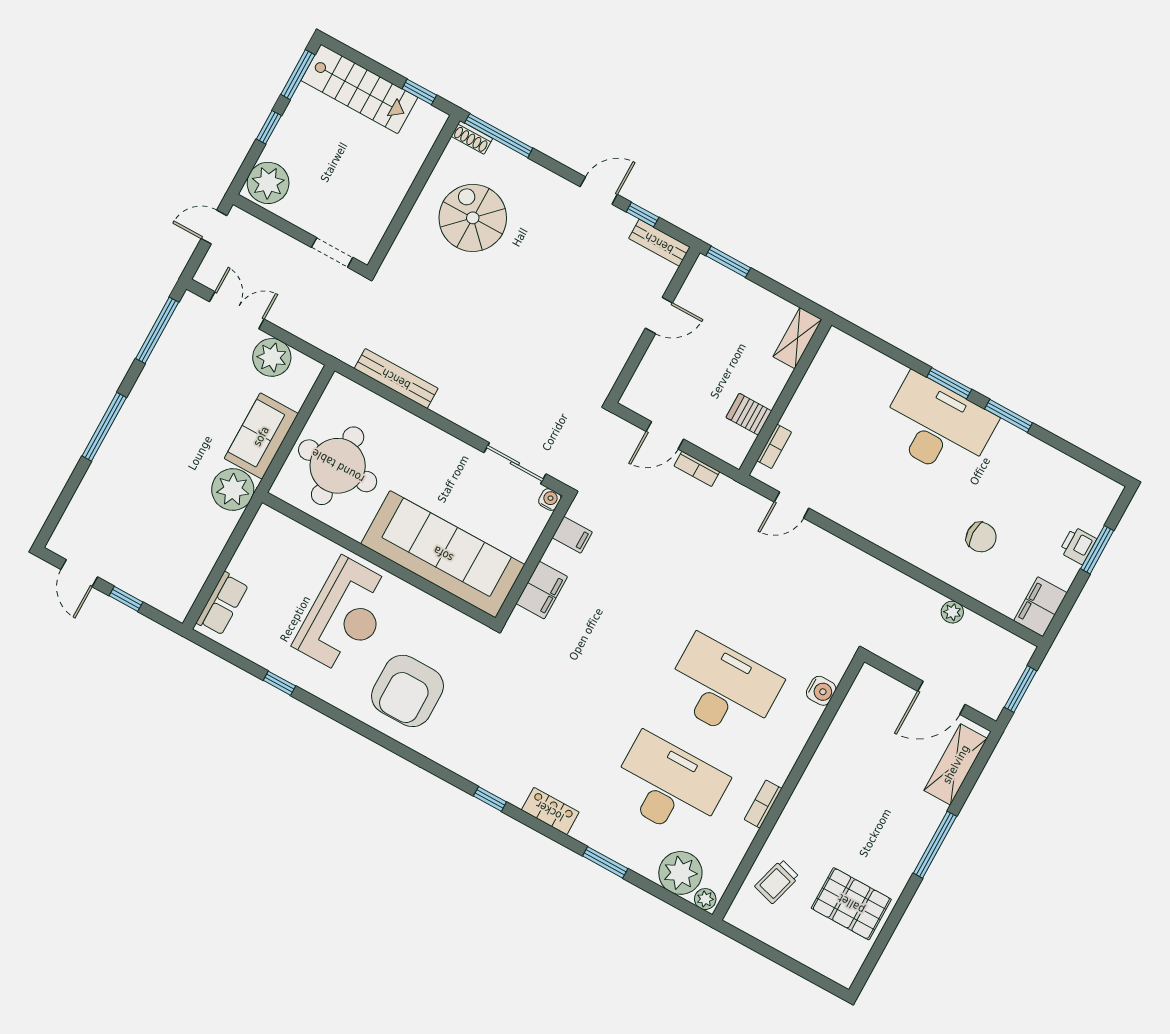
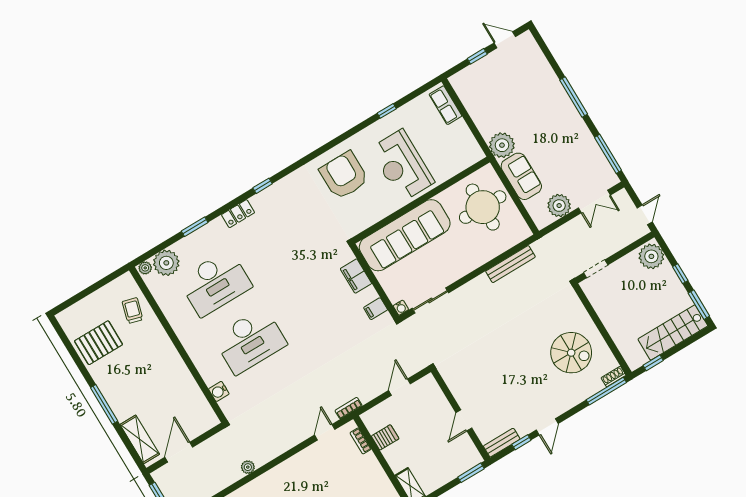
bookcase: (697, 469) -> (349, 408), moved
plant: (952, 612) -> (248, 467), moved
bookcase: (763, 804) -> (177, 327), removed

